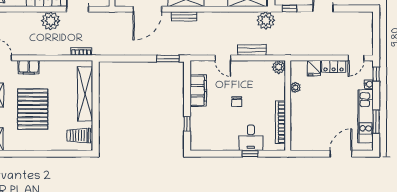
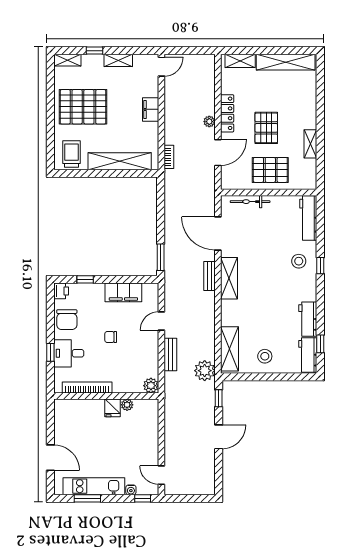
plant: (51, 21) -> (209, 122), width x0.53, depth x0.53
locker: (334, 66) -> (152, 449), removed
filing cabinet: (29, 67) -> (151, 109), moved
fridge: (314, 68) -> (112, 408), moved, turned -90
pallet: (33, 109) -> (83, 107), moved
chair: (222, 140) -> (67, 320), added
printer: (197, 144) -> (61, 291), added

